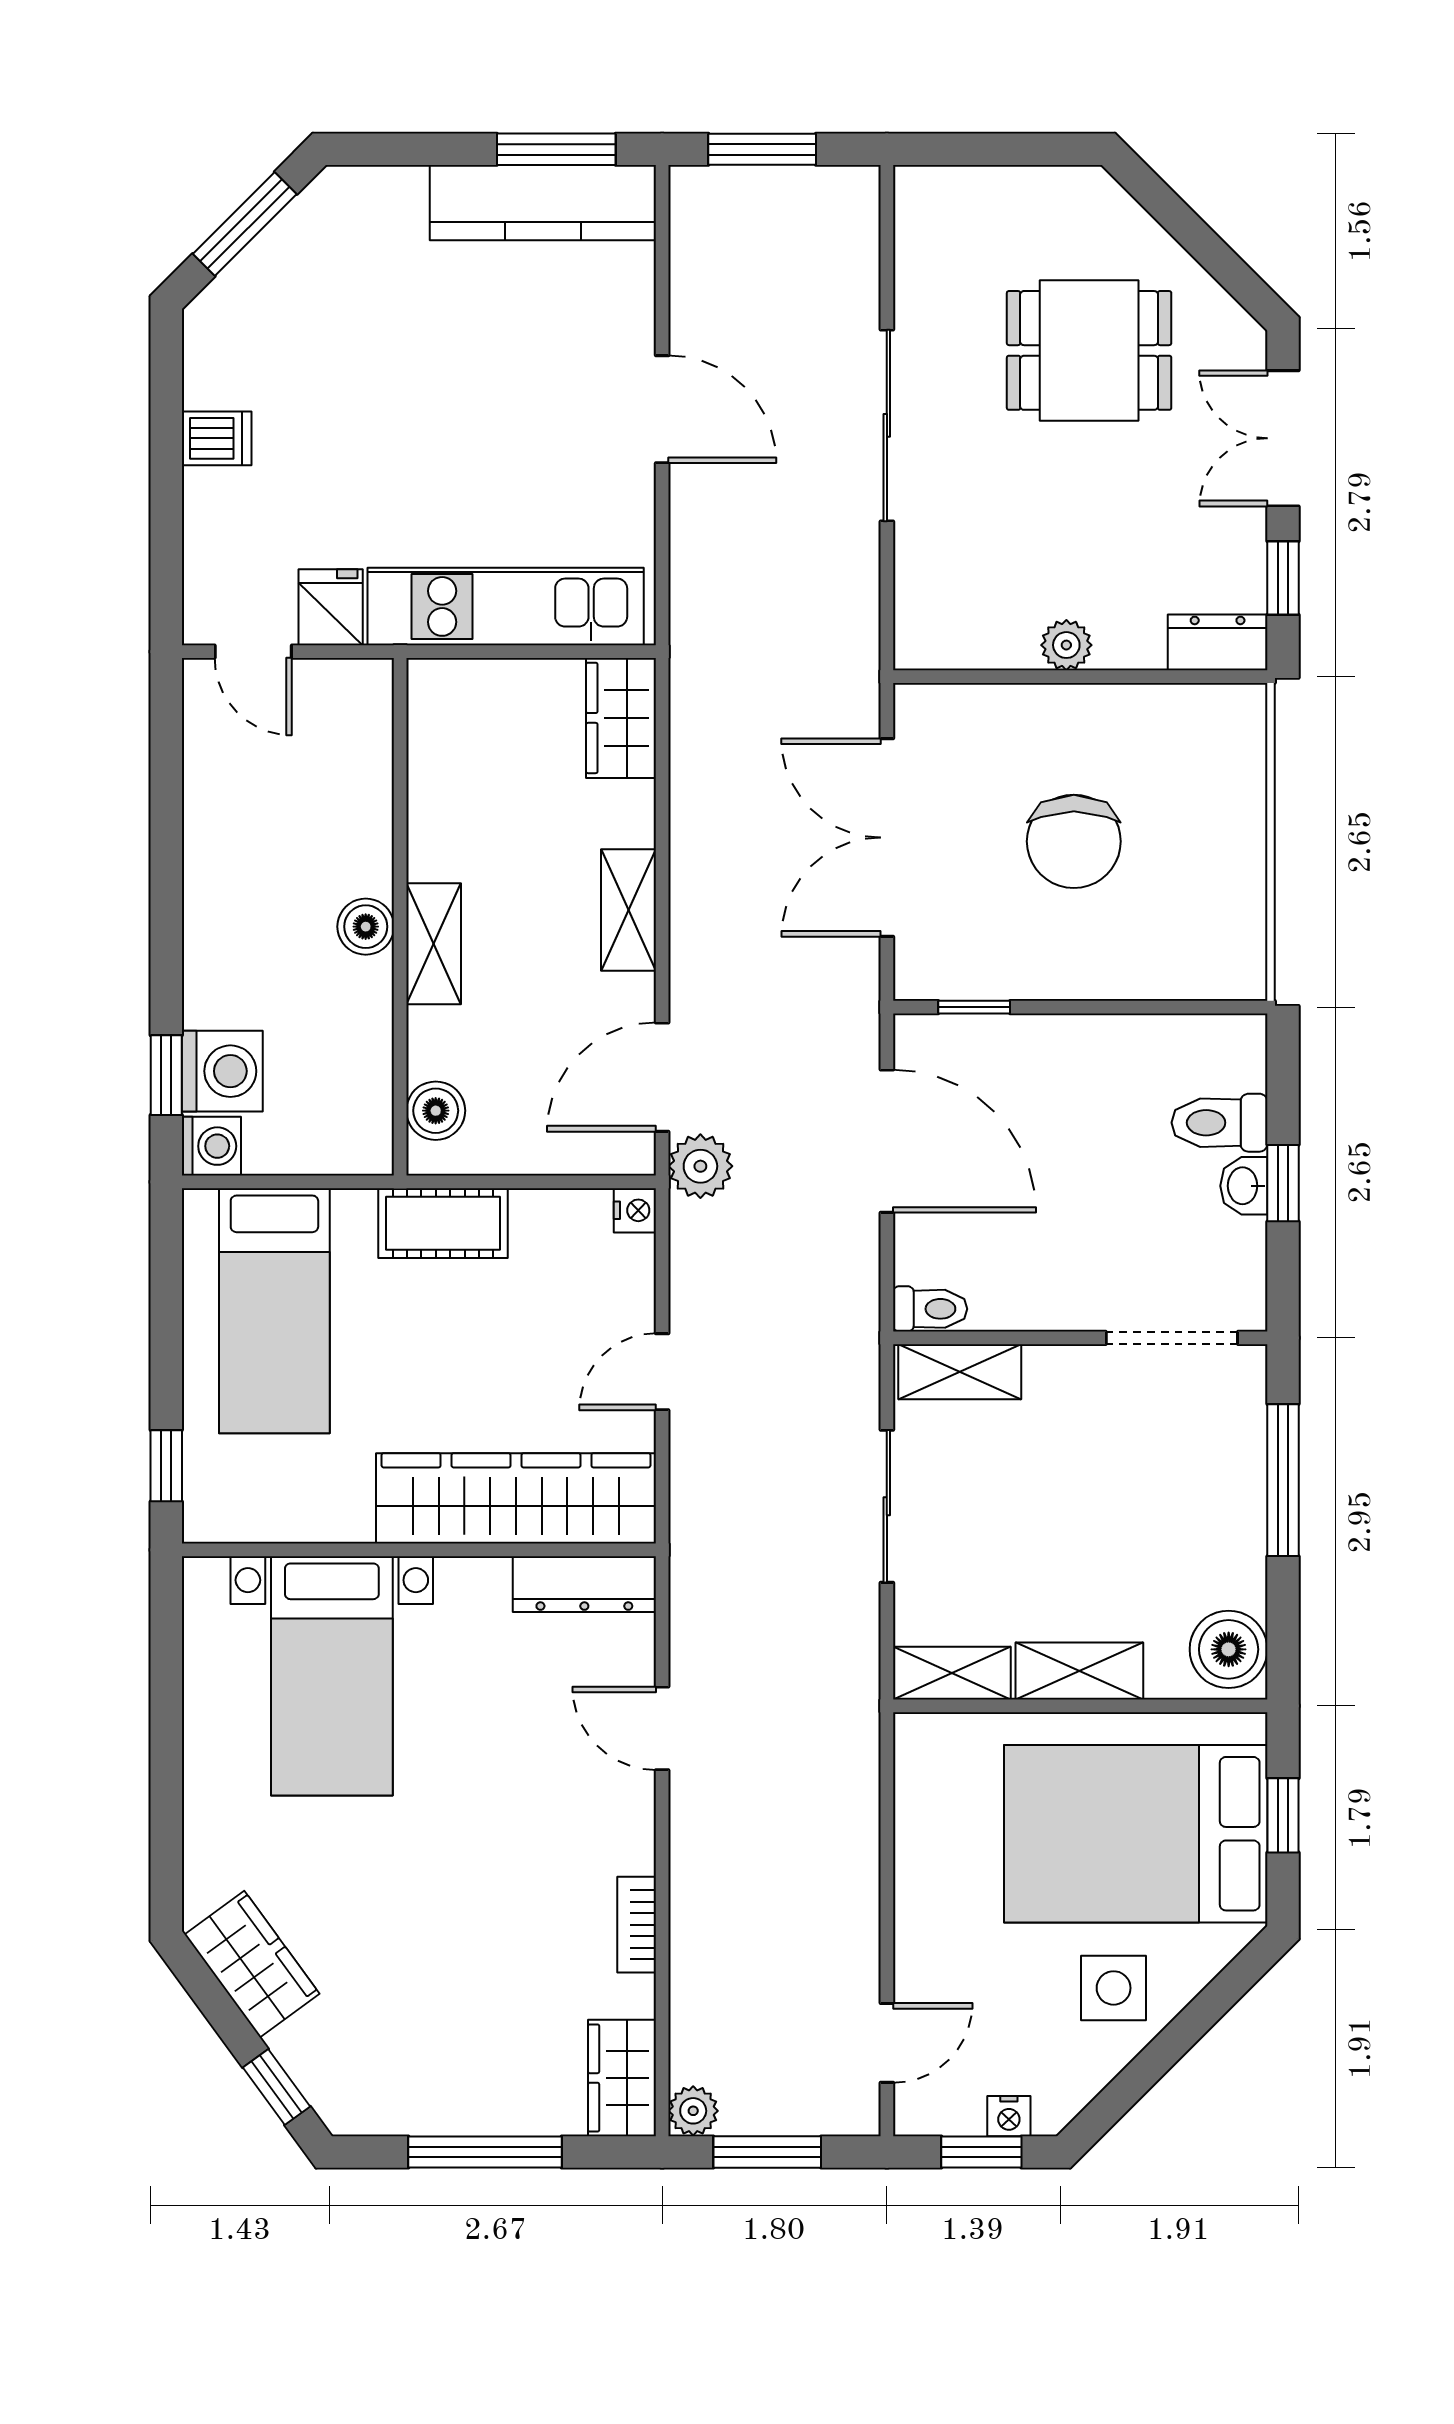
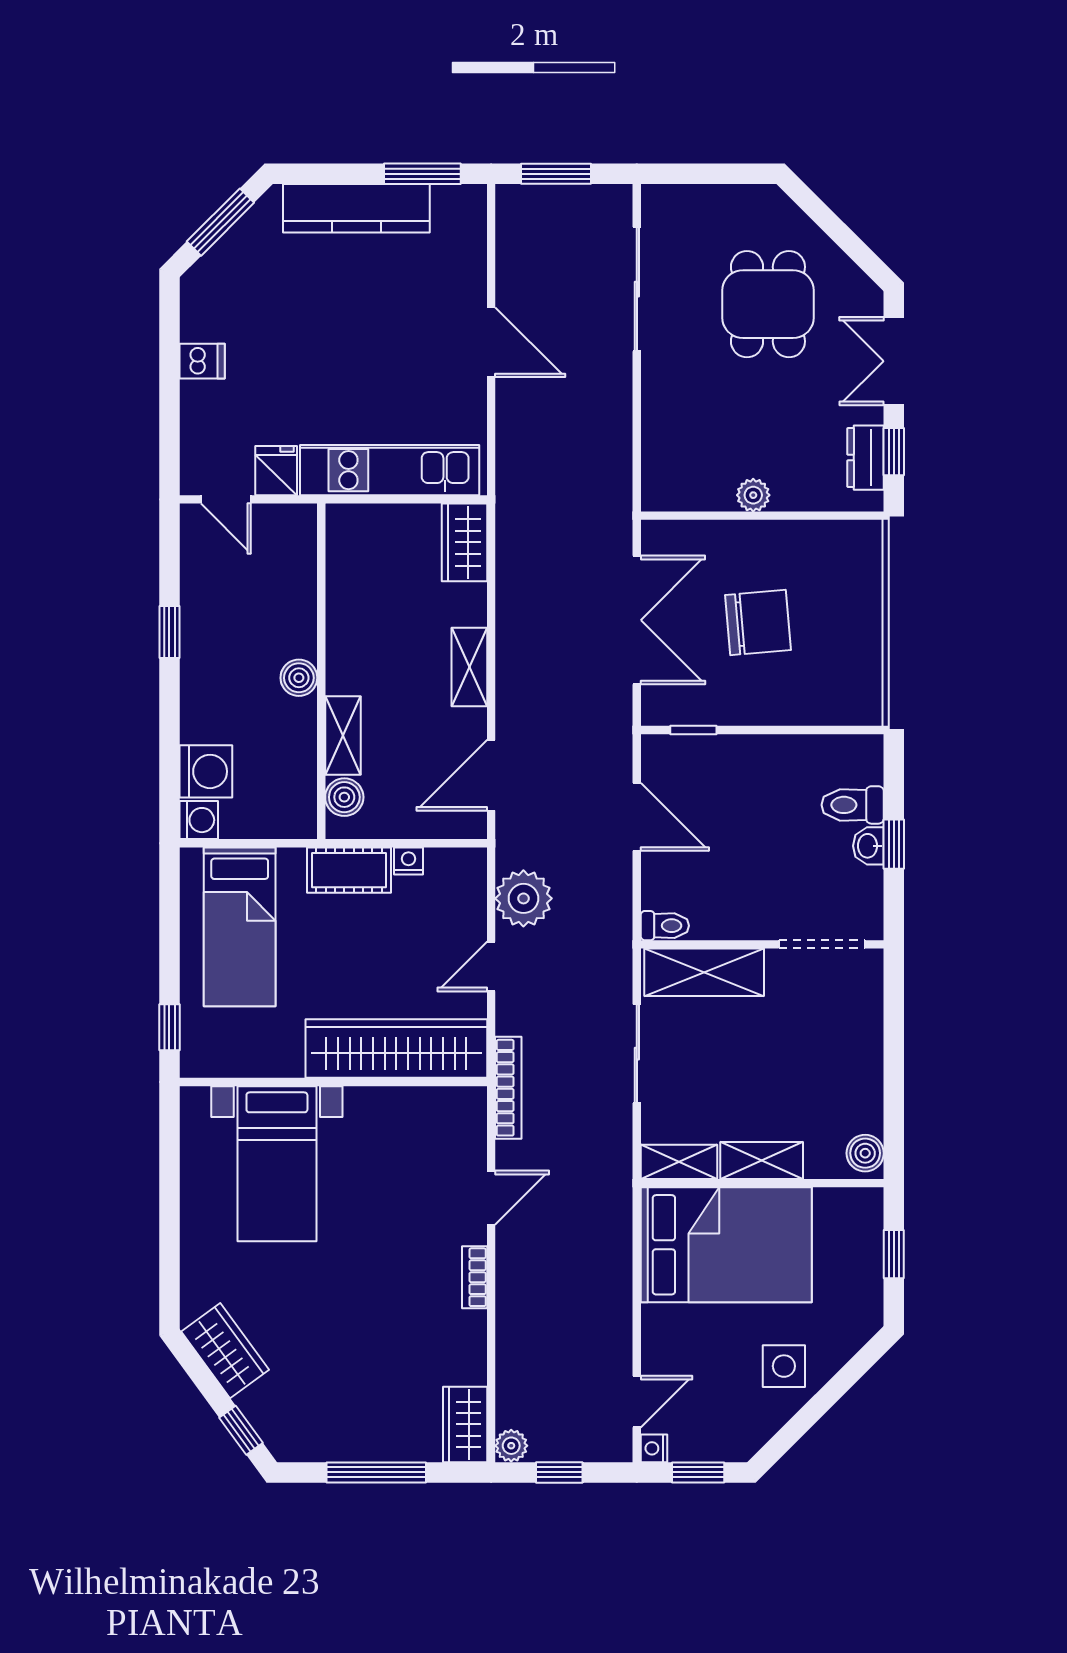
kitchen counter: (543, 203) -> (356, 208), moved
dining table: (1089, 350) -> (768, 304), turned 90
sliding door: (887, 425) -> (637, 289), moved
dresser: (1218, 642) -> (865, 458), moved, turned -90
double door: (887, 838) -> (637, 620), swing flipped
chair: (1074, 841) -> (758, 622), turned -95
shelving: (434, 944) -> (343, 736), moved
window: (166, 1075) -> (169, 632), moved
door: (887, 1141) -> (637, 817), width x0.73
plant: (700, 1166) -> (523, 898), moved, width x1.36, depth x1.36
nightstand: (635, 1210) -> (409, 861), moved, turned -90
shelving: (960, 1372) -> (704, 972), width x1.50, depth x1.33
window: (1283, 1480) -> (894, 1037), removed
bookcase: (689, 1559) -> (508, 1088), added
dresser: (584, 1584) -> (441, 1104), removed
boiler: (1229, 1649) -> (865, 1153), width x0.73, depth x0.73
door: (662, 1728) -> (491, 1198), swing flipped
bed: (1136, 1834) -> (726, 1245), moved, turned 180
bookcase: (637, 1925) -> (475, 1277), moved
nightstand: (1009, 2116) -> (654, 1448), moved, turned 90
window: (767, 2152) -> (559, 1472), width x0.67

